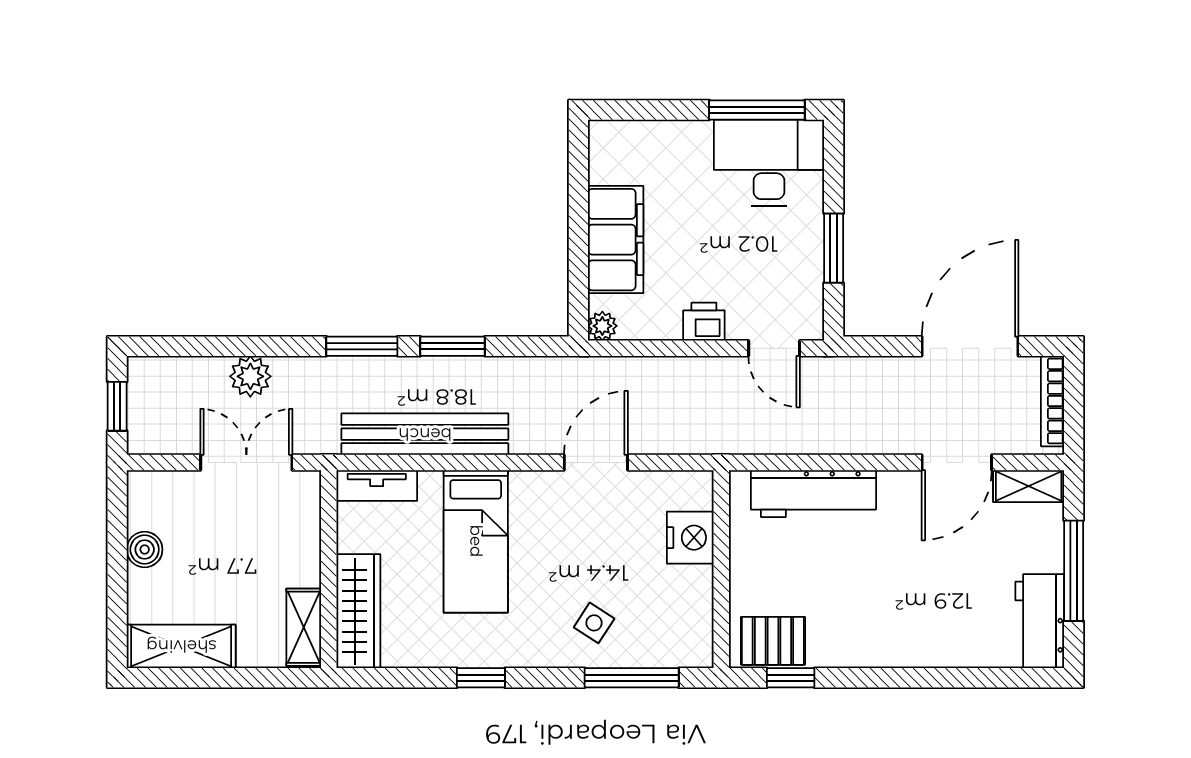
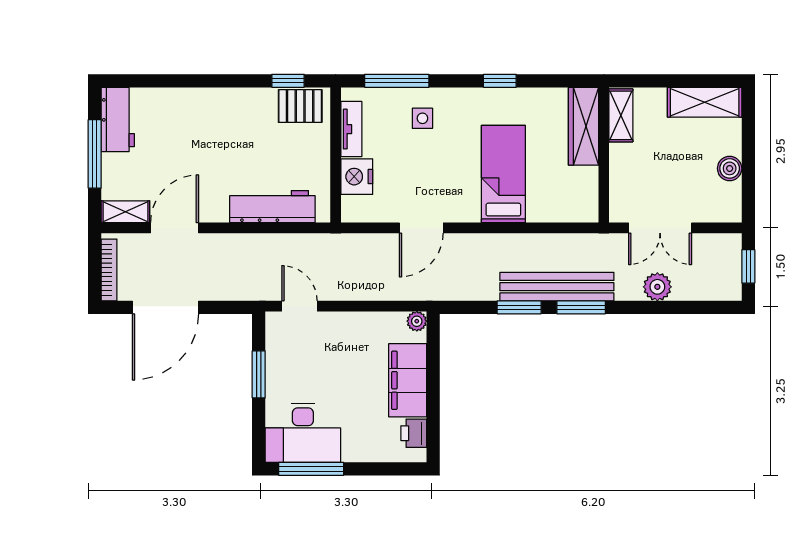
printer: (704, 322) -> (414, 433), moved, turned 90
bench: (425, 434) -> (557, 287), moved
tv unit: (377, 486) -> (351, 129), moved, turned 90
side table: (594, 623) -> (422, 118), turned -33

